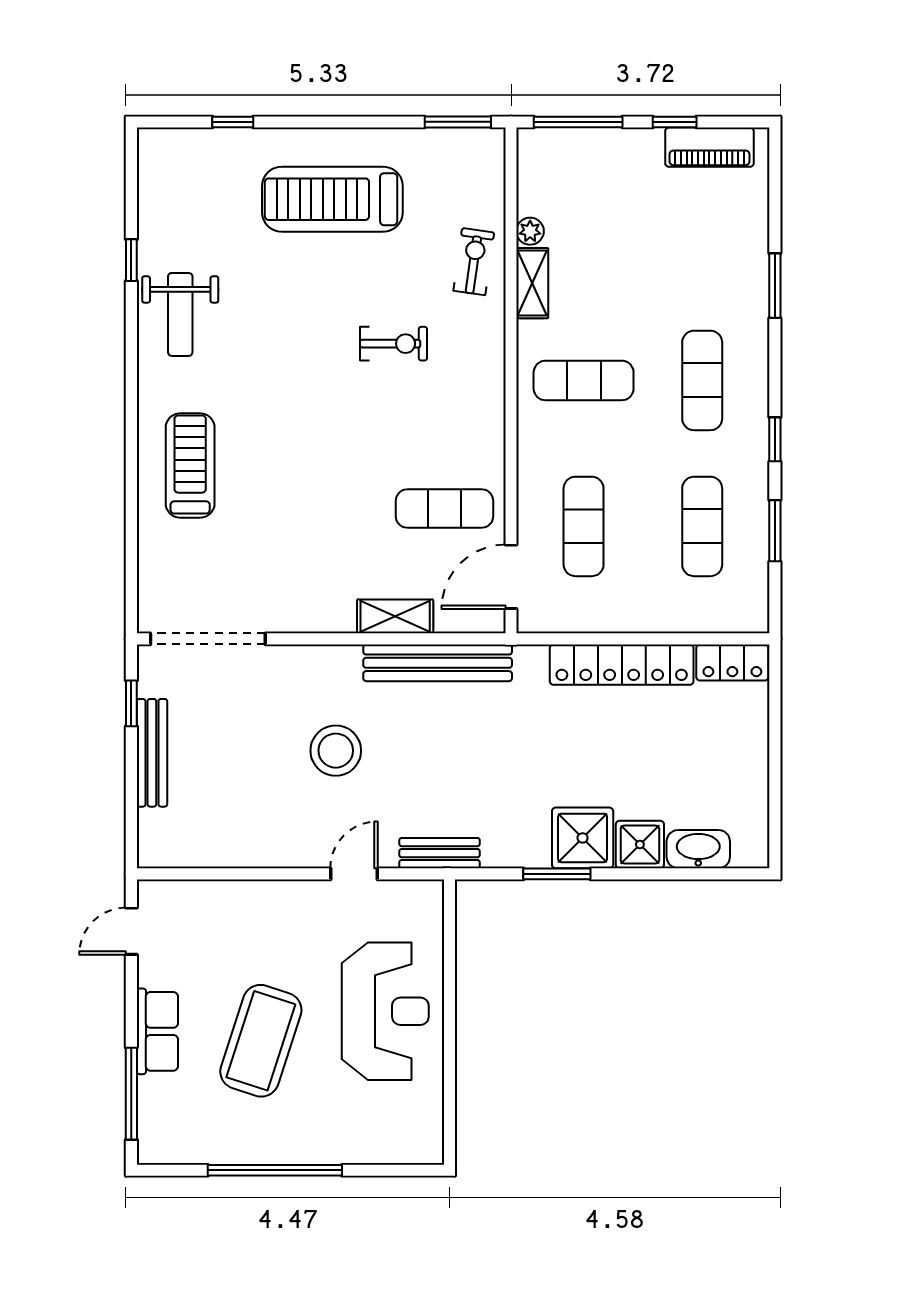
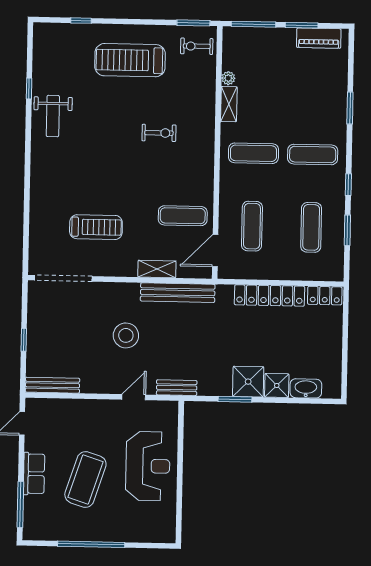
window: (675, 122) -> (302, 25), width x1.50
exercise bike: (474, 262) -> (197, 46), moved, turned -98
exercise mat: (702, 380) -> (313, 154), turned 90
treadmill: (190, 466) -> (96, 227), moved, turned 90
window: (131, 703) -> (24, 340), moved
bench: (152, 753) -> (52, 385), moved, turned 90

